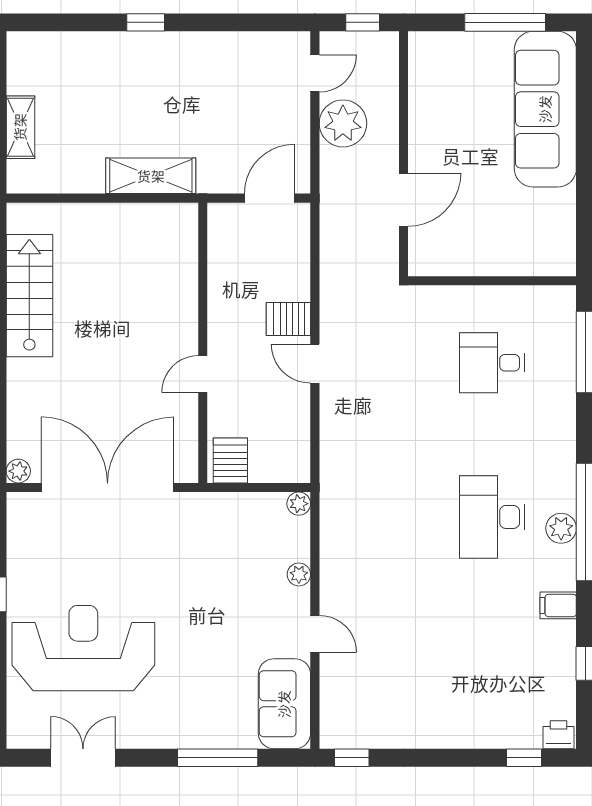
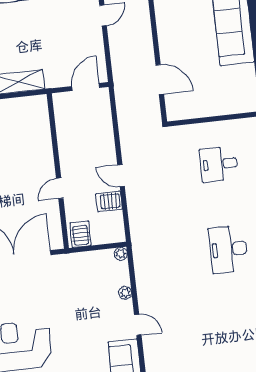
plant: (343, 123) -> (122, 41), removed
door: (403, 200) -> (160, 80), hinge flipped
server rack: (288, 319) -> (109, 201), moved

